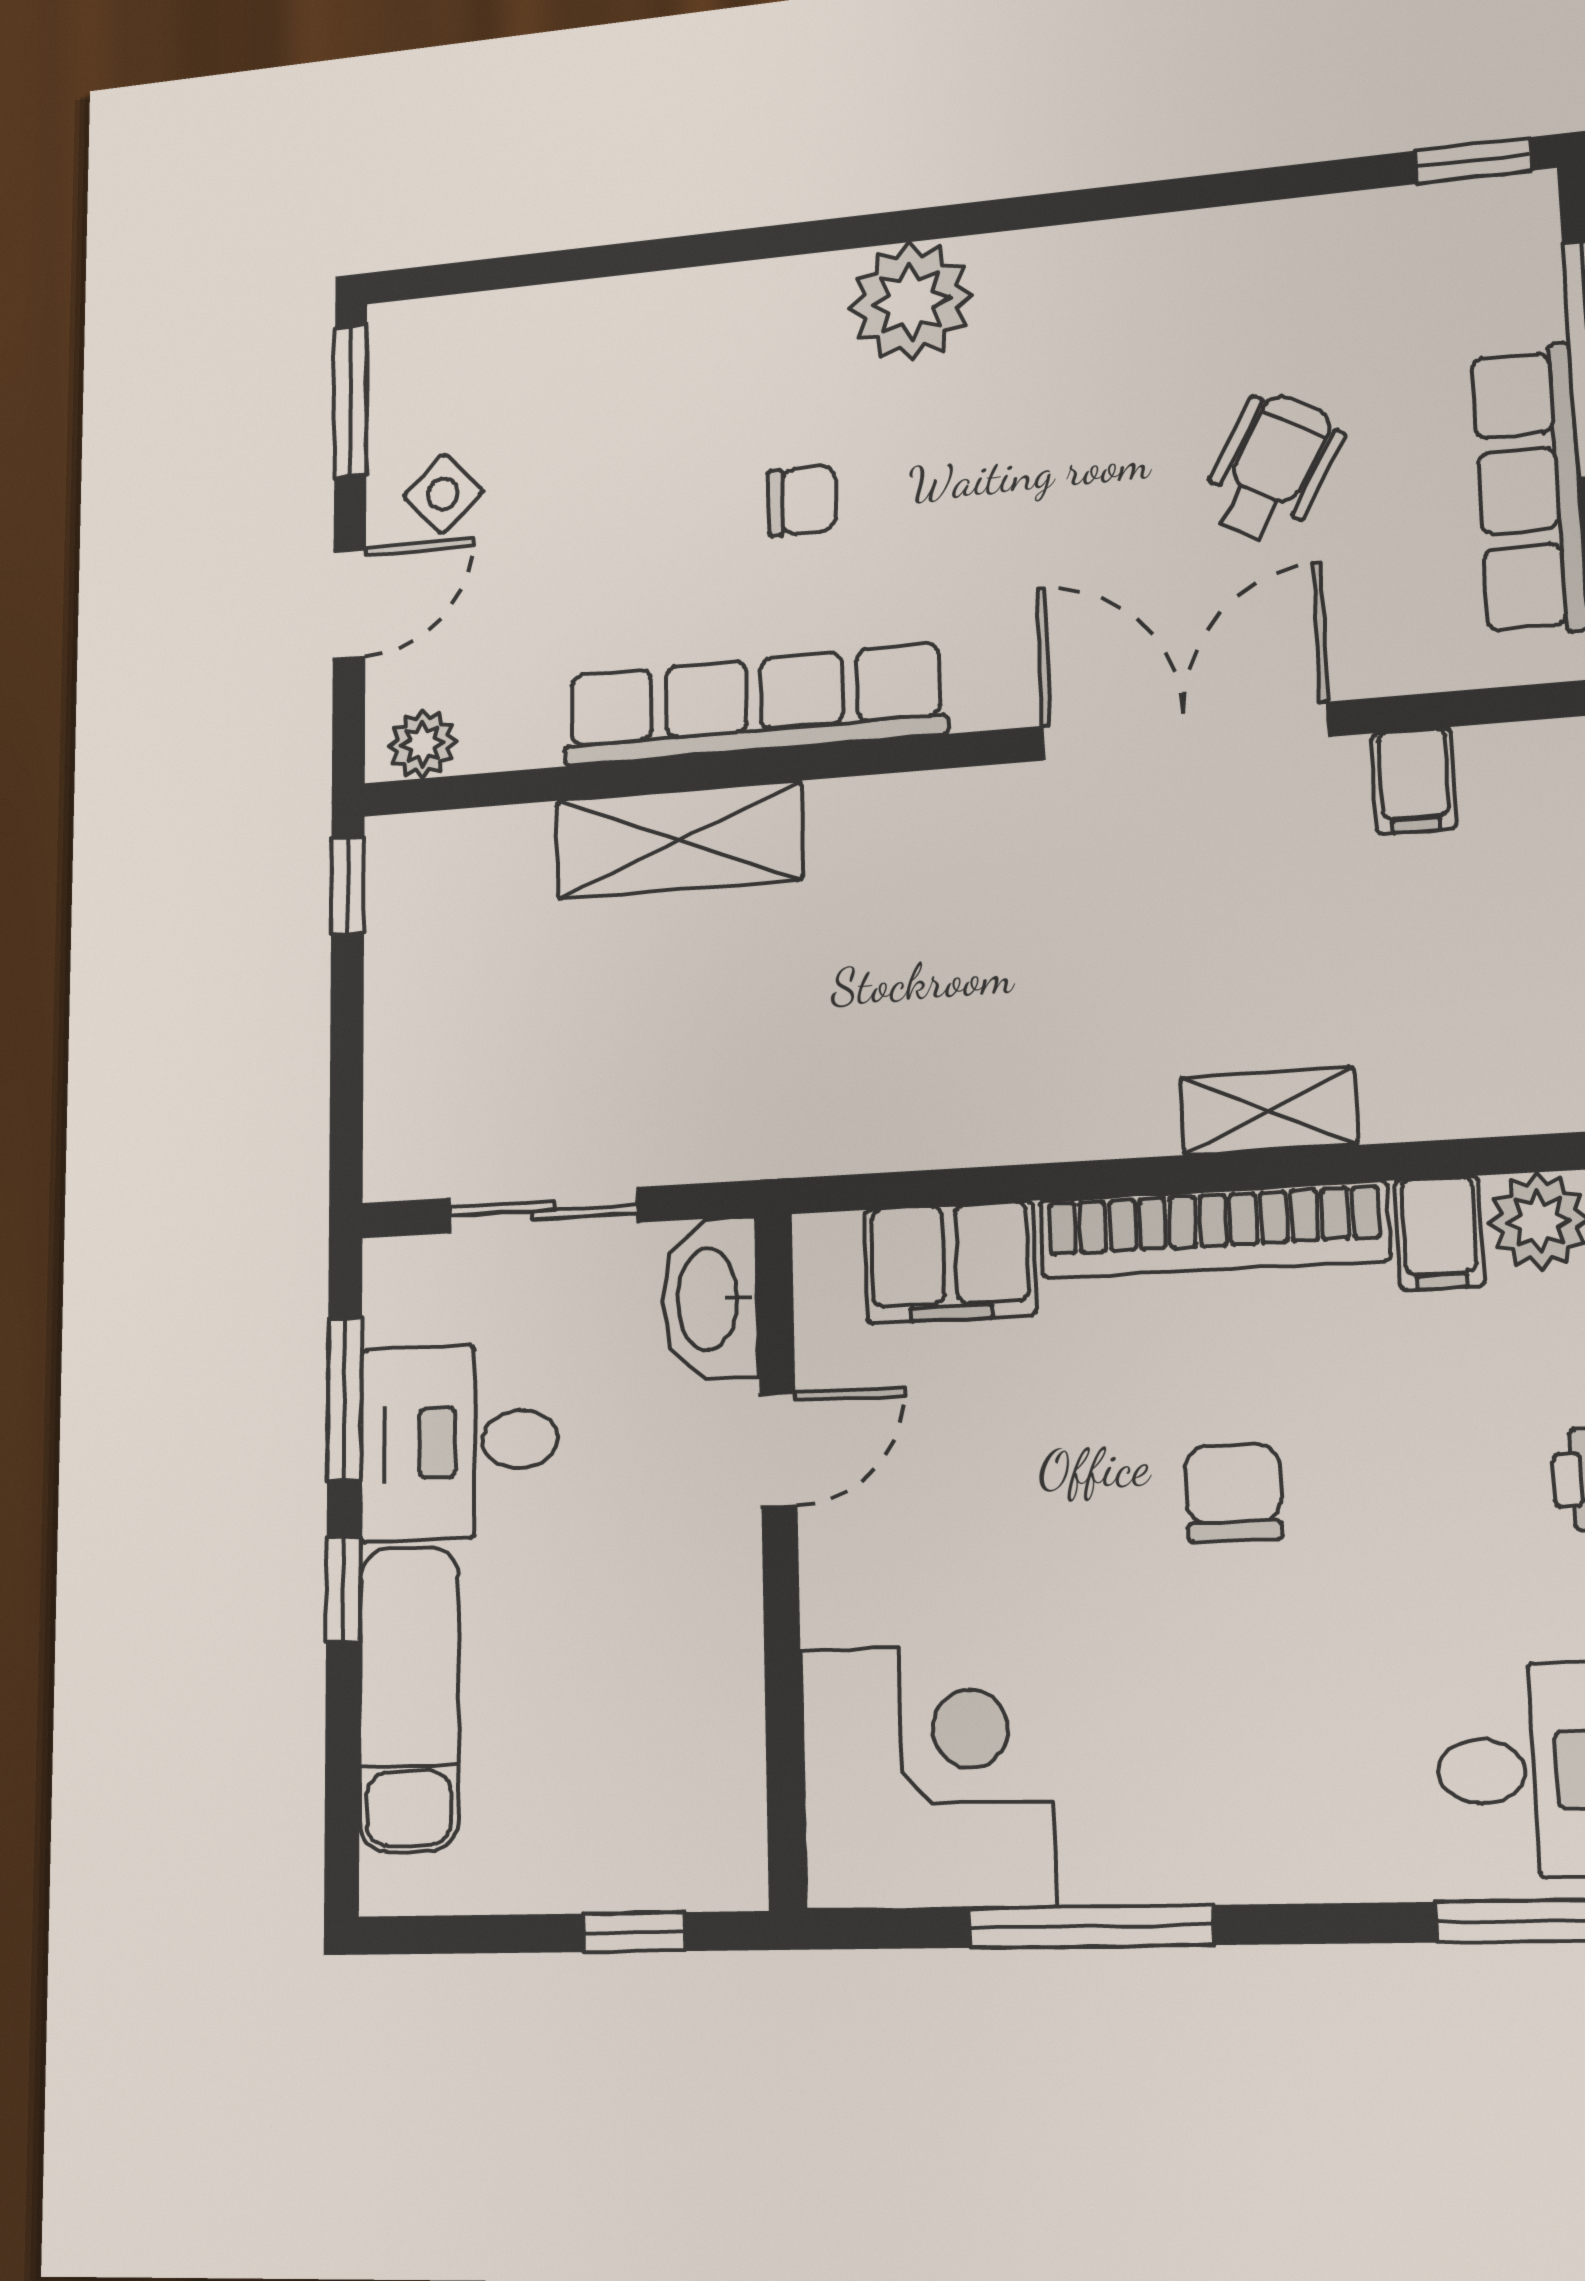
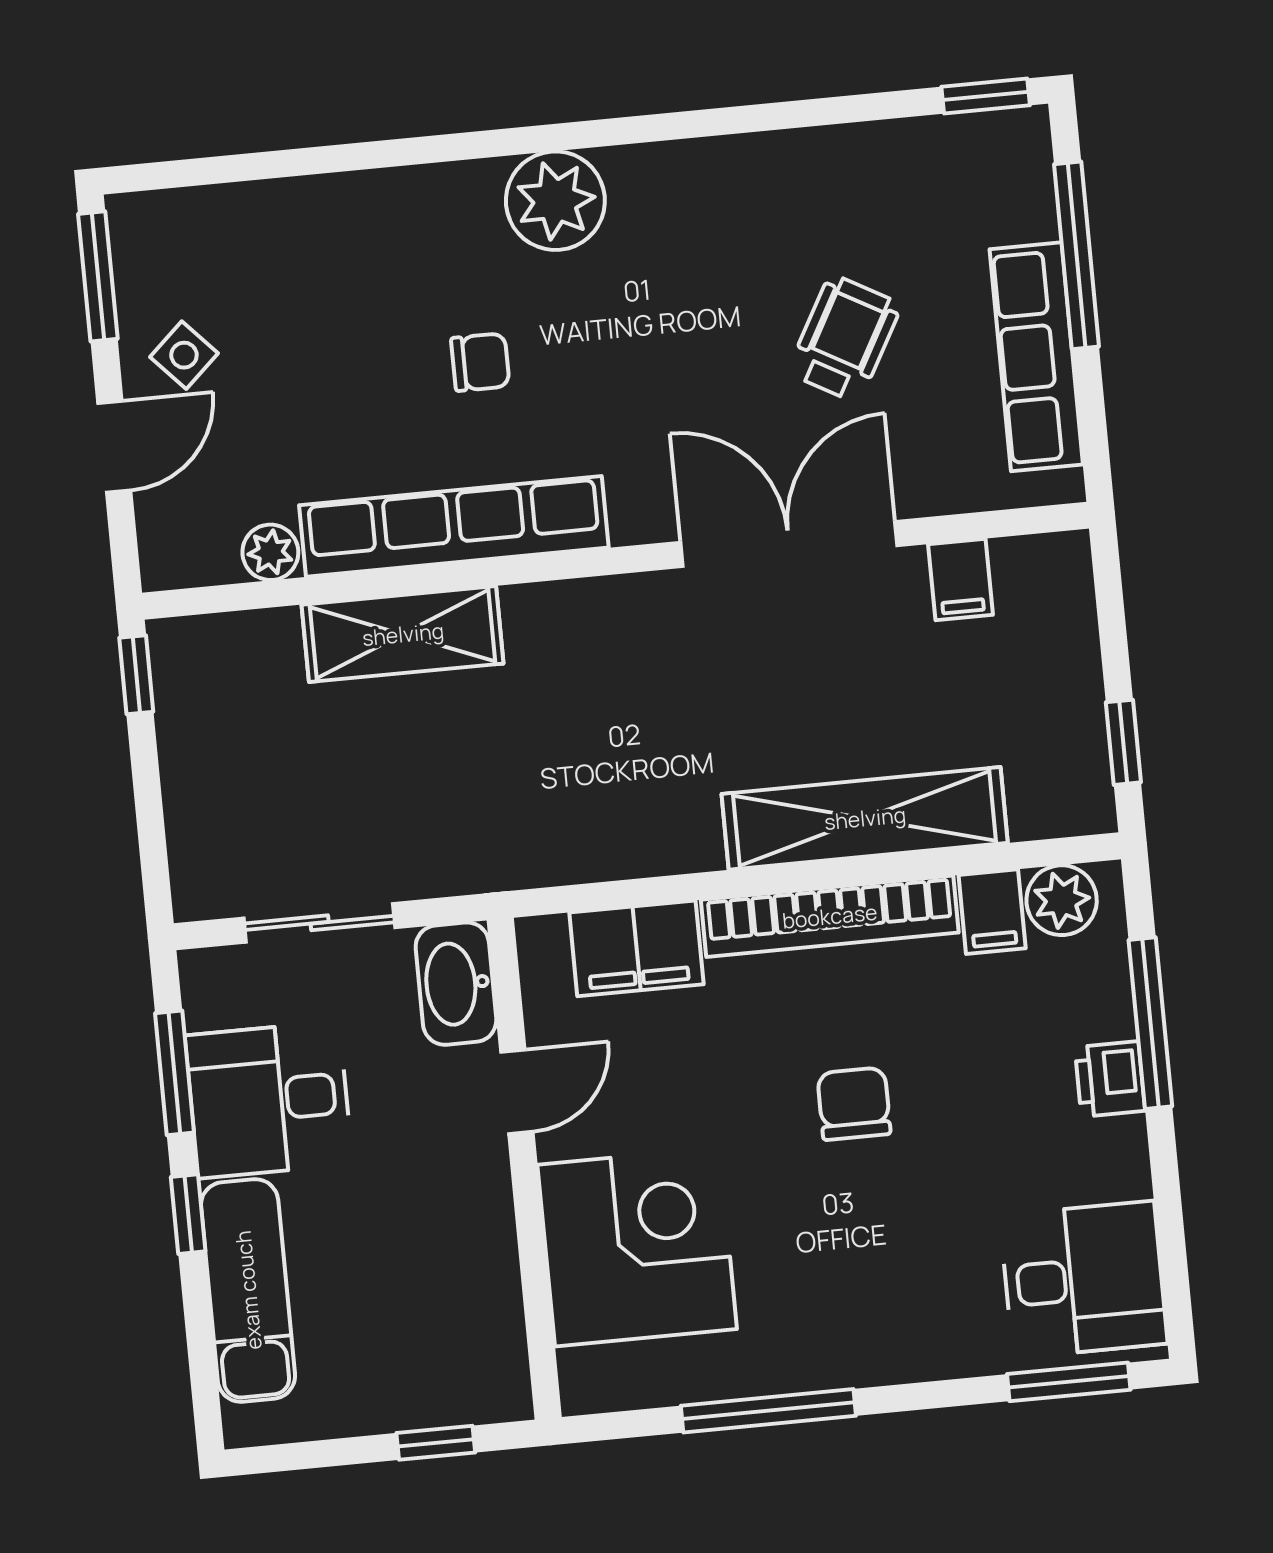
plant: (423, 744) -> (270, 552), moved
shelving: (1268, 1111) -> (865, 818), width x2.20, depth x1.33
corner desk: (927, 1777) -> (637, 1247), moved

